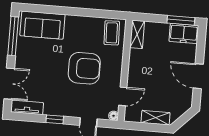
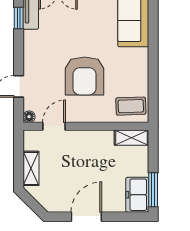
door: (123, 96) -> (54, 126), swing flipped
window: (55, 119) -> (19, 18), moved

